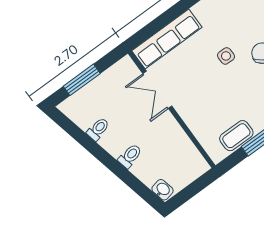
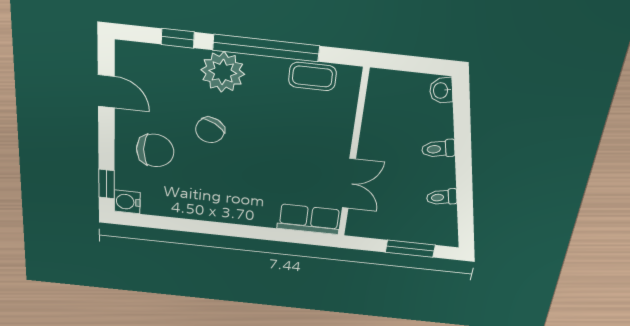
row of seats: (167, 39) -> (309, 219), width x0.68
side table: (226, 56) -> (250, 157), removed

